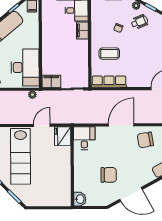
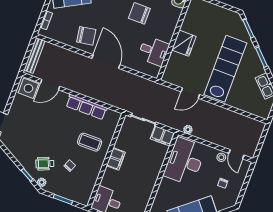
filing cabinet: (82, 30) -> (116, 159), moved
row of seats: (109, 82) -> (86, 107), moved
door: (121, 125) -> (106, 62), swing flipped
fridge: (63, 136) -> (184, 43), moved
desk: (84, 138) -> (154, 51), moved, turned -90

